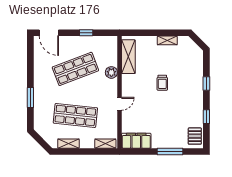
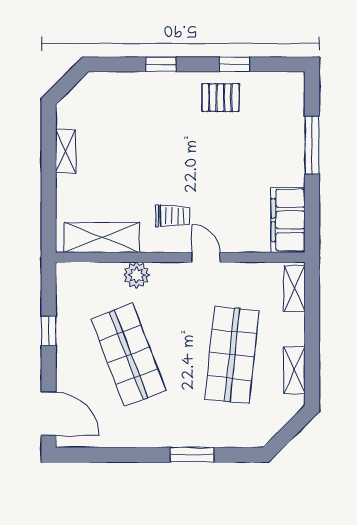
door: (49, 33) -> (49, 414), hinge flipped
trolley: (162, 83) -> (173, 216), moved
pallet: (195, 136) -> (220, 98), moved

